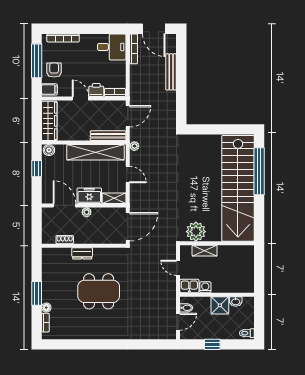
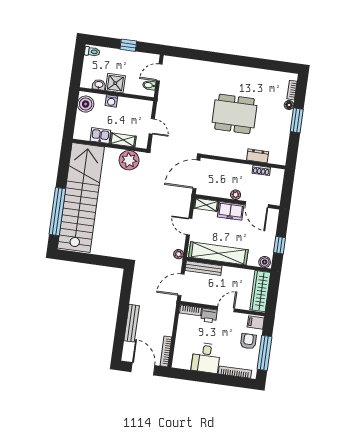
desk: (112, 47) -> (206, 358), moved, turned -90
armchair: (54, 70) -> (248, 341), turned 180
door: (80, 99) -> (226, 309), swing flipped
dresser: (82, 253) -> (258, 156), moved
boiler: (246, 281) -> (86, 104), added
kitchen sink: (189, 286) -> (100, 136), moved, turned 180
washing machine: (205, 287) -> (111, 101), moved

